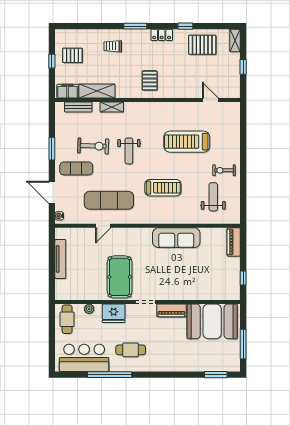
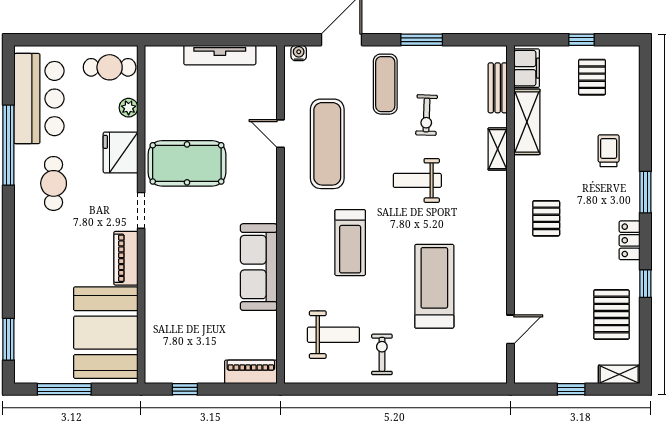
pallet: (150, 80) -> (546, 218), turned 90
exercise bike: (93, 146) -> (427, 115), width x0.73, depth x0.72

